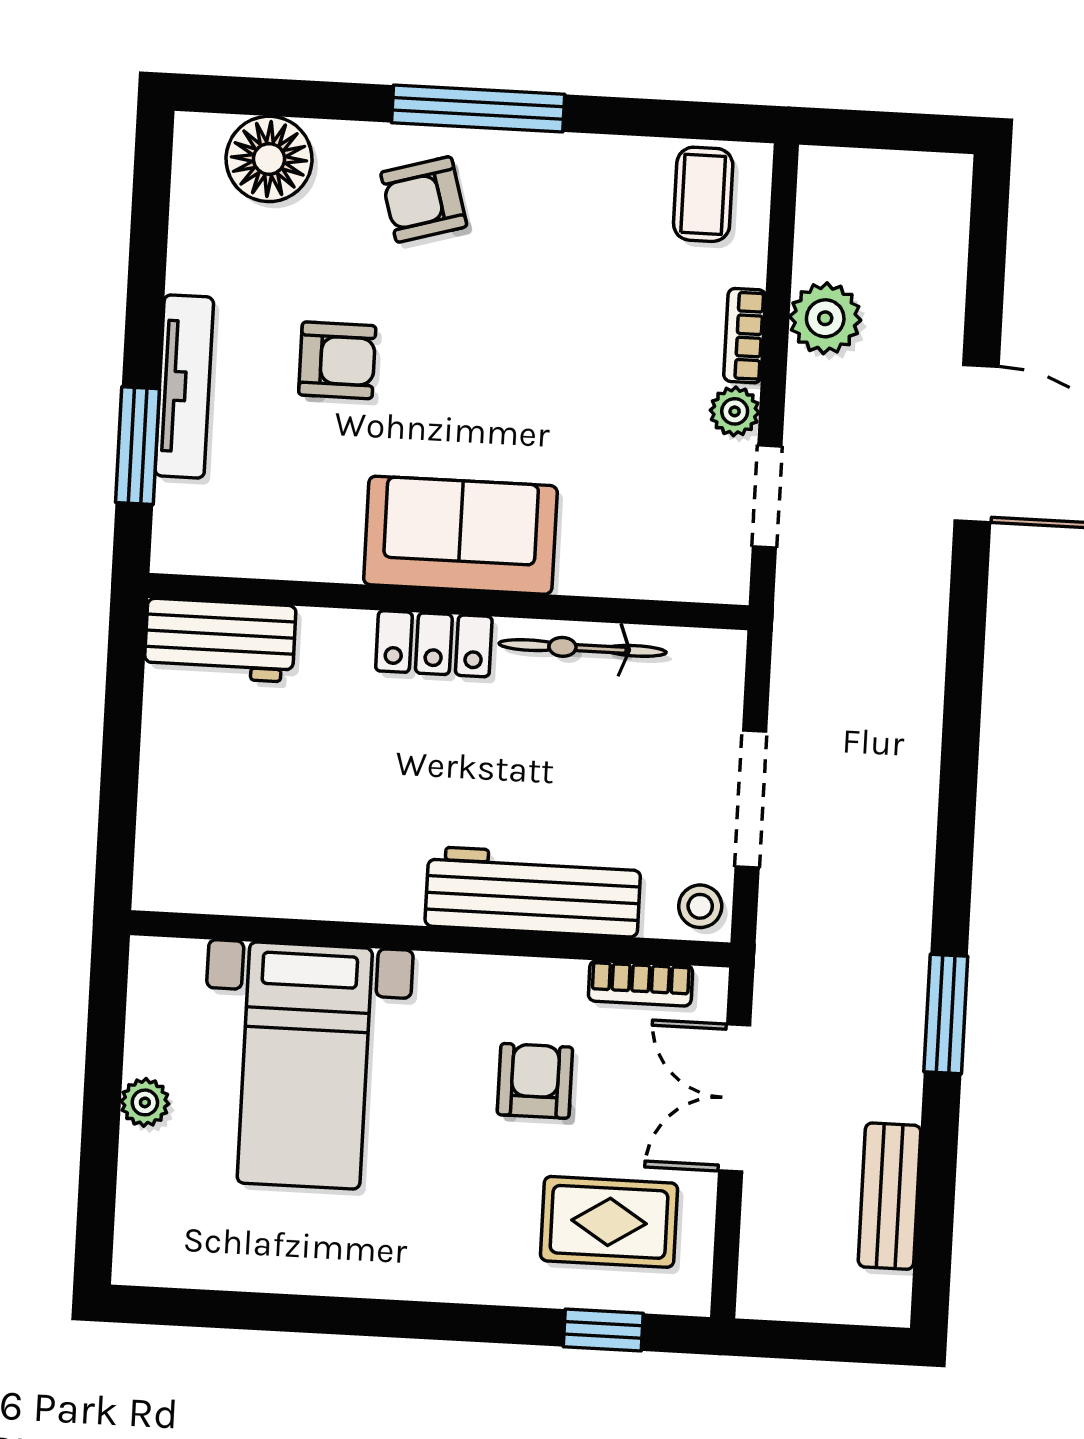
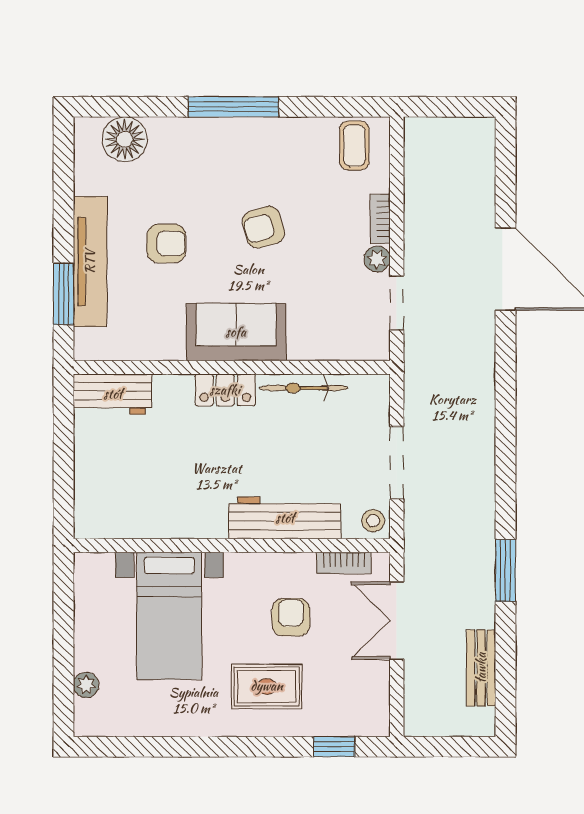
armchair: (424, 199) -> (263, 227), moved
plant: (825, 318) -> (422, 207), removed
tv unit: (184, 386) -> (90, 262), width x1.36, depth x1.29
plant: (145, 1102) -> (86, 685), moved
rug: (609, 1222) -> (267, 686), moved

